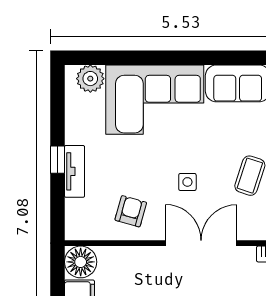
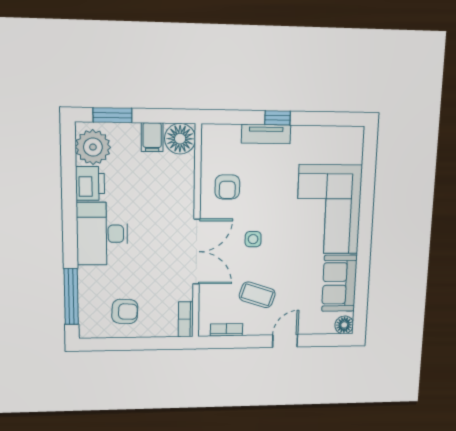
plant: (90, 79) -> (351, 150), removed
armchair: (131, 211) -> (227, 187), turned 74

